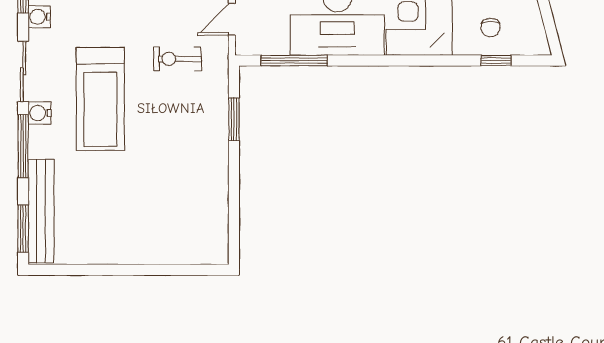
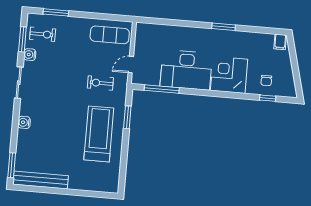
treadmill: (100, 99) -> (99, 134), moved, turned 180
water cooler: (40, 113) -> (24, 122), moved
window: (23, 146) -> (15, 122), removed
bench: (41, 211) -> (41, 180), moved, turned 90

